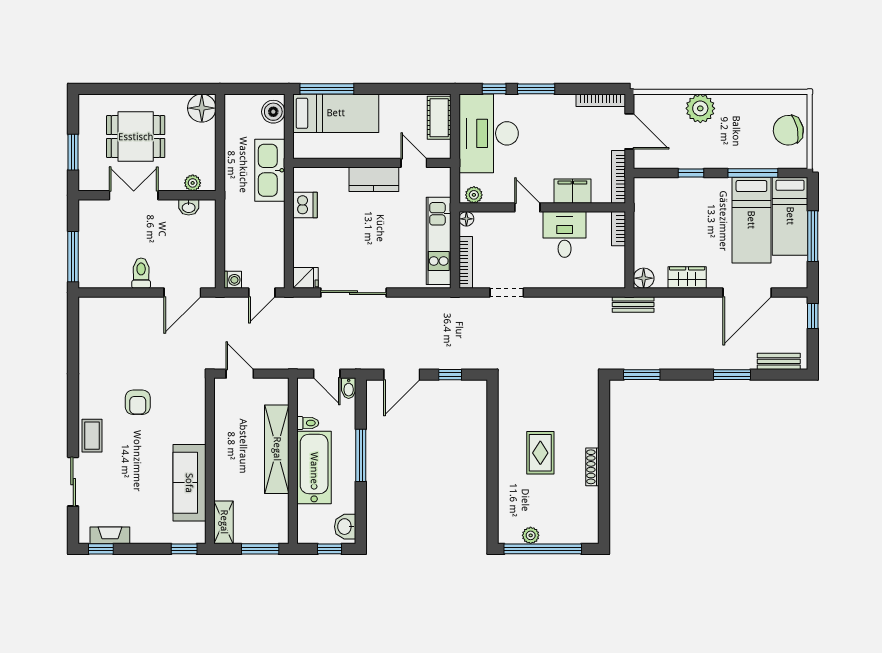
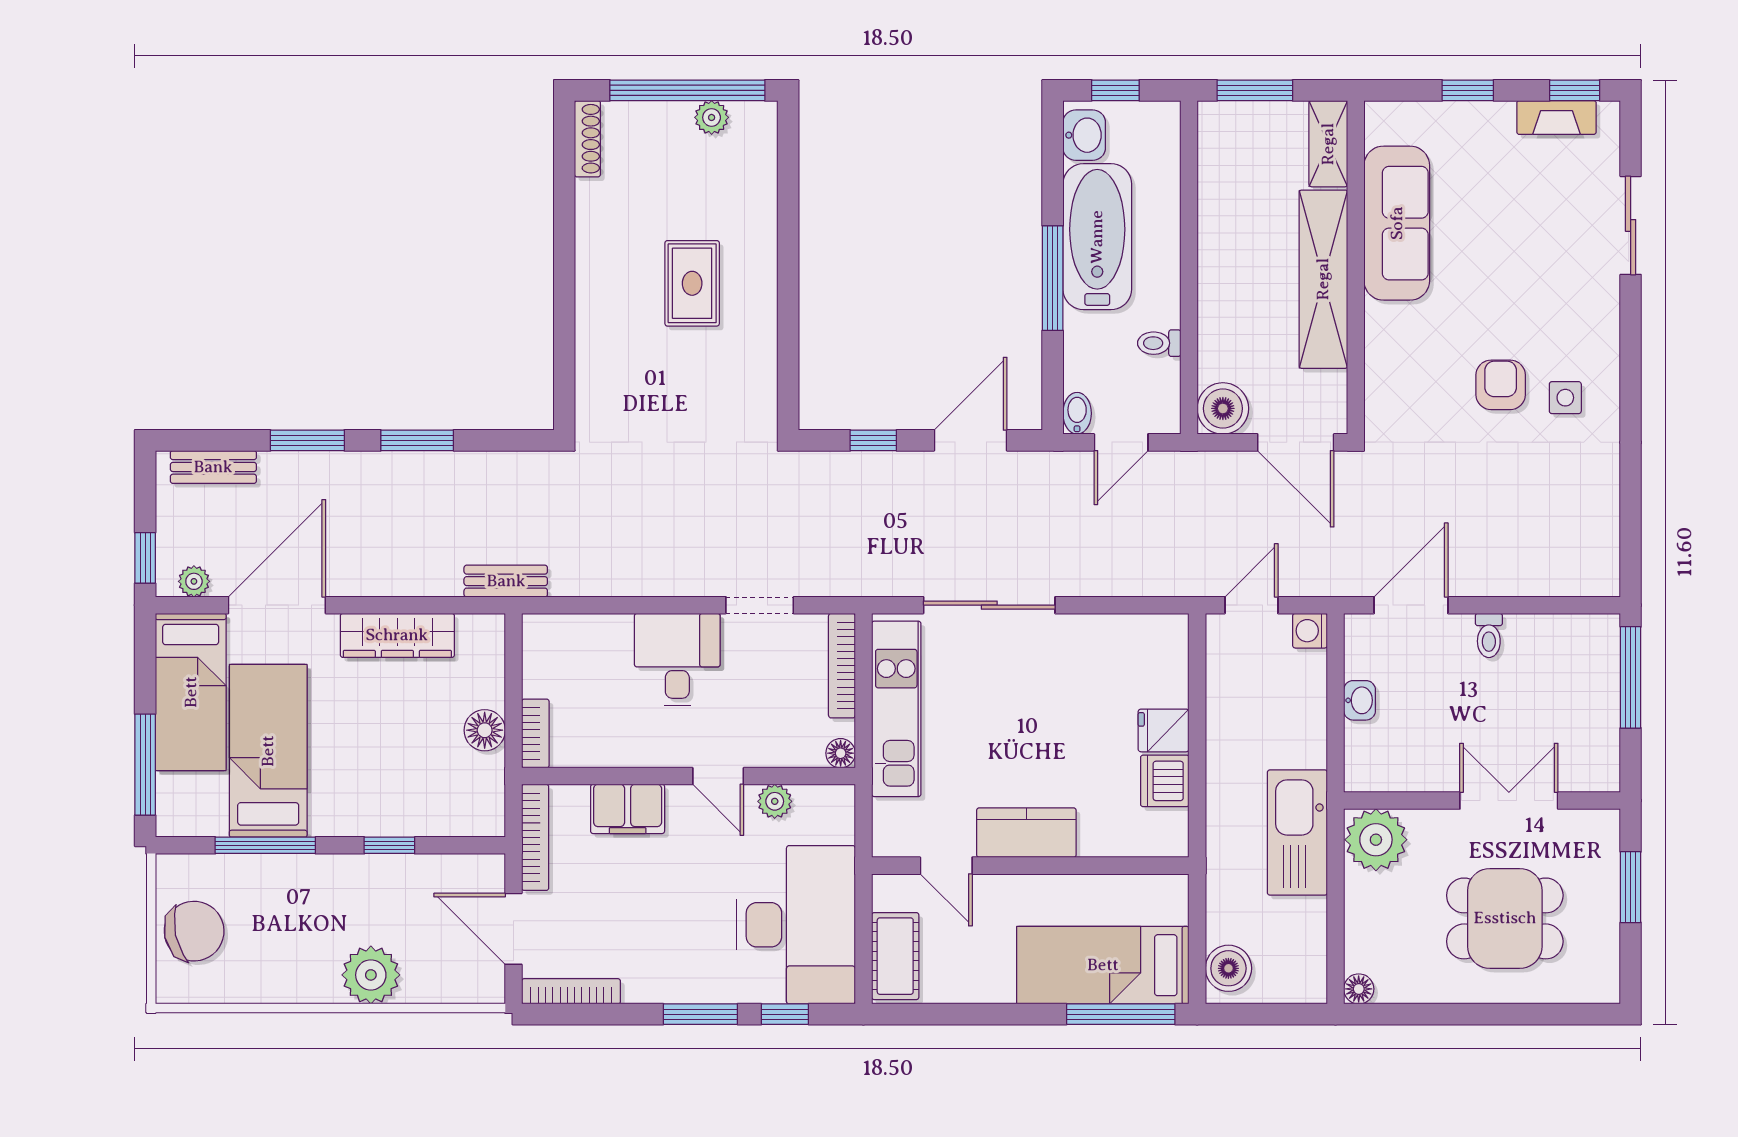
floor lamp: (202, 108) -> (1359, 989), width x0.53, depth x0.53
kitchen sink: (270, 170) -> (1297, 833), moved, turned 180
plant: (193, 183) -> (1376, 840), width x1.88, depth x1.88
double door: (134, 195) -> (1509, 801), swing flipped
plant: (474, 195) -> (775, 801), moved
washbasin: (189, 207) -> (1360, 700), moved, turned 90
bed: (790, 216) -> (191, 692), moved, turned 180
desk: (565, 234) -> (677, 660), moved, turned 180
window: (813, 236) -> (145, 765), moved
toilet: (141, 273) -> (1489, 635), width x0.73, depth x0.72
fridge: (306, 278) -> (1164, 730), moved
floor lamp: (644, 278) -> (485, 730), moved
wardrobe: (687, 278) -> (397, 635), width x1.50
sliding door: (354, 293) -> (989, 605), moved
plant: (788, 304) -> (194, 581), added
door: (240, 374) -> (1296, 442), width x1.38
door: (327, 374) -> (1121, 442), swing flipped
window: (642, 375) -> (417, 440), moved
boiler: (276, 390) -> (1223, 408), added
side table: (106, 396) -> (1565, 398), added
coffee table: (92, 436) -> (1593, 318), removed
shelving: (277, 449) -> (1323, 279), moved
shoe rack: (592, 467) -> (587, 139), moved
bathtub: (314, 468) -> (1097, 237), moved, turned 180
window: (184, 549) -> (1468, 90), moved

